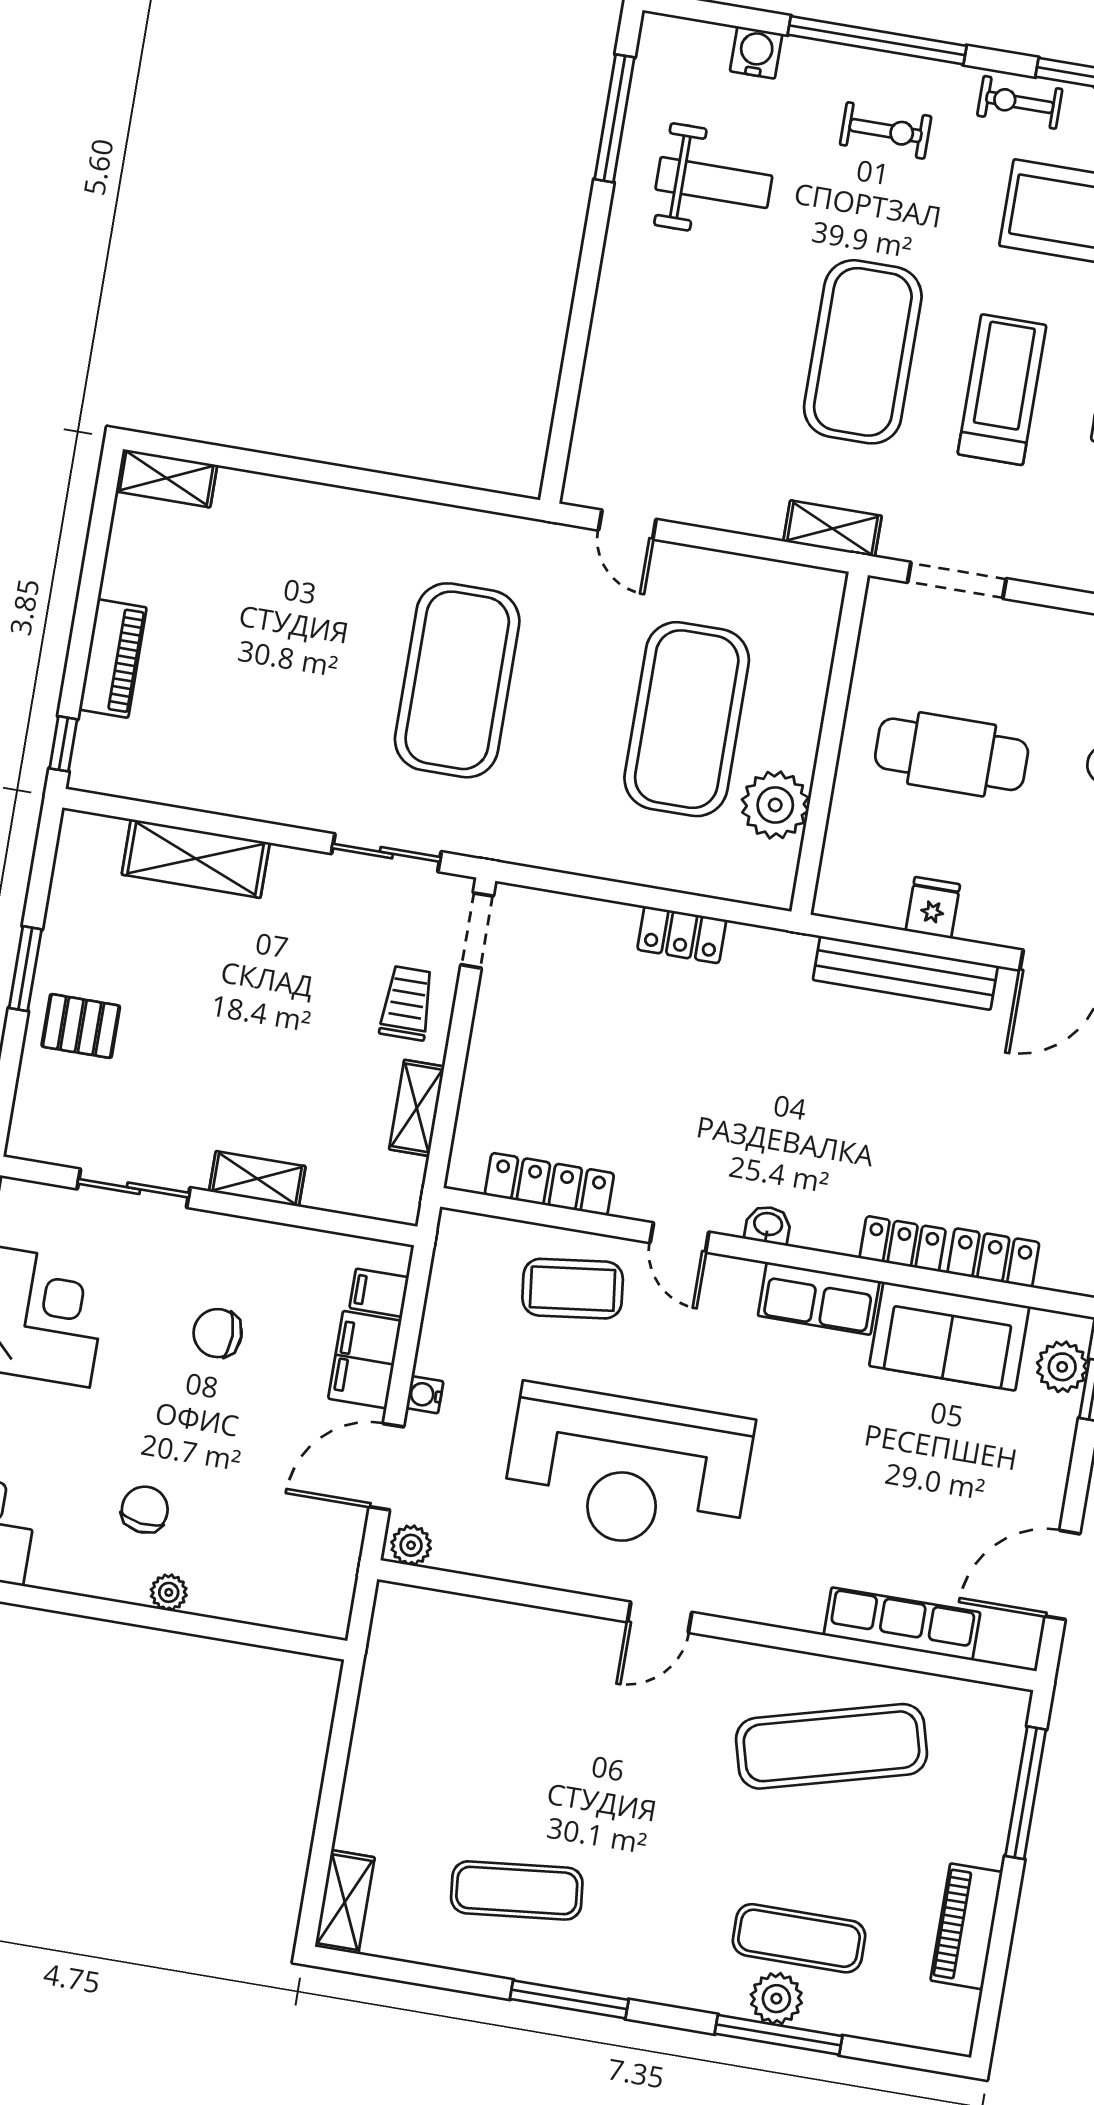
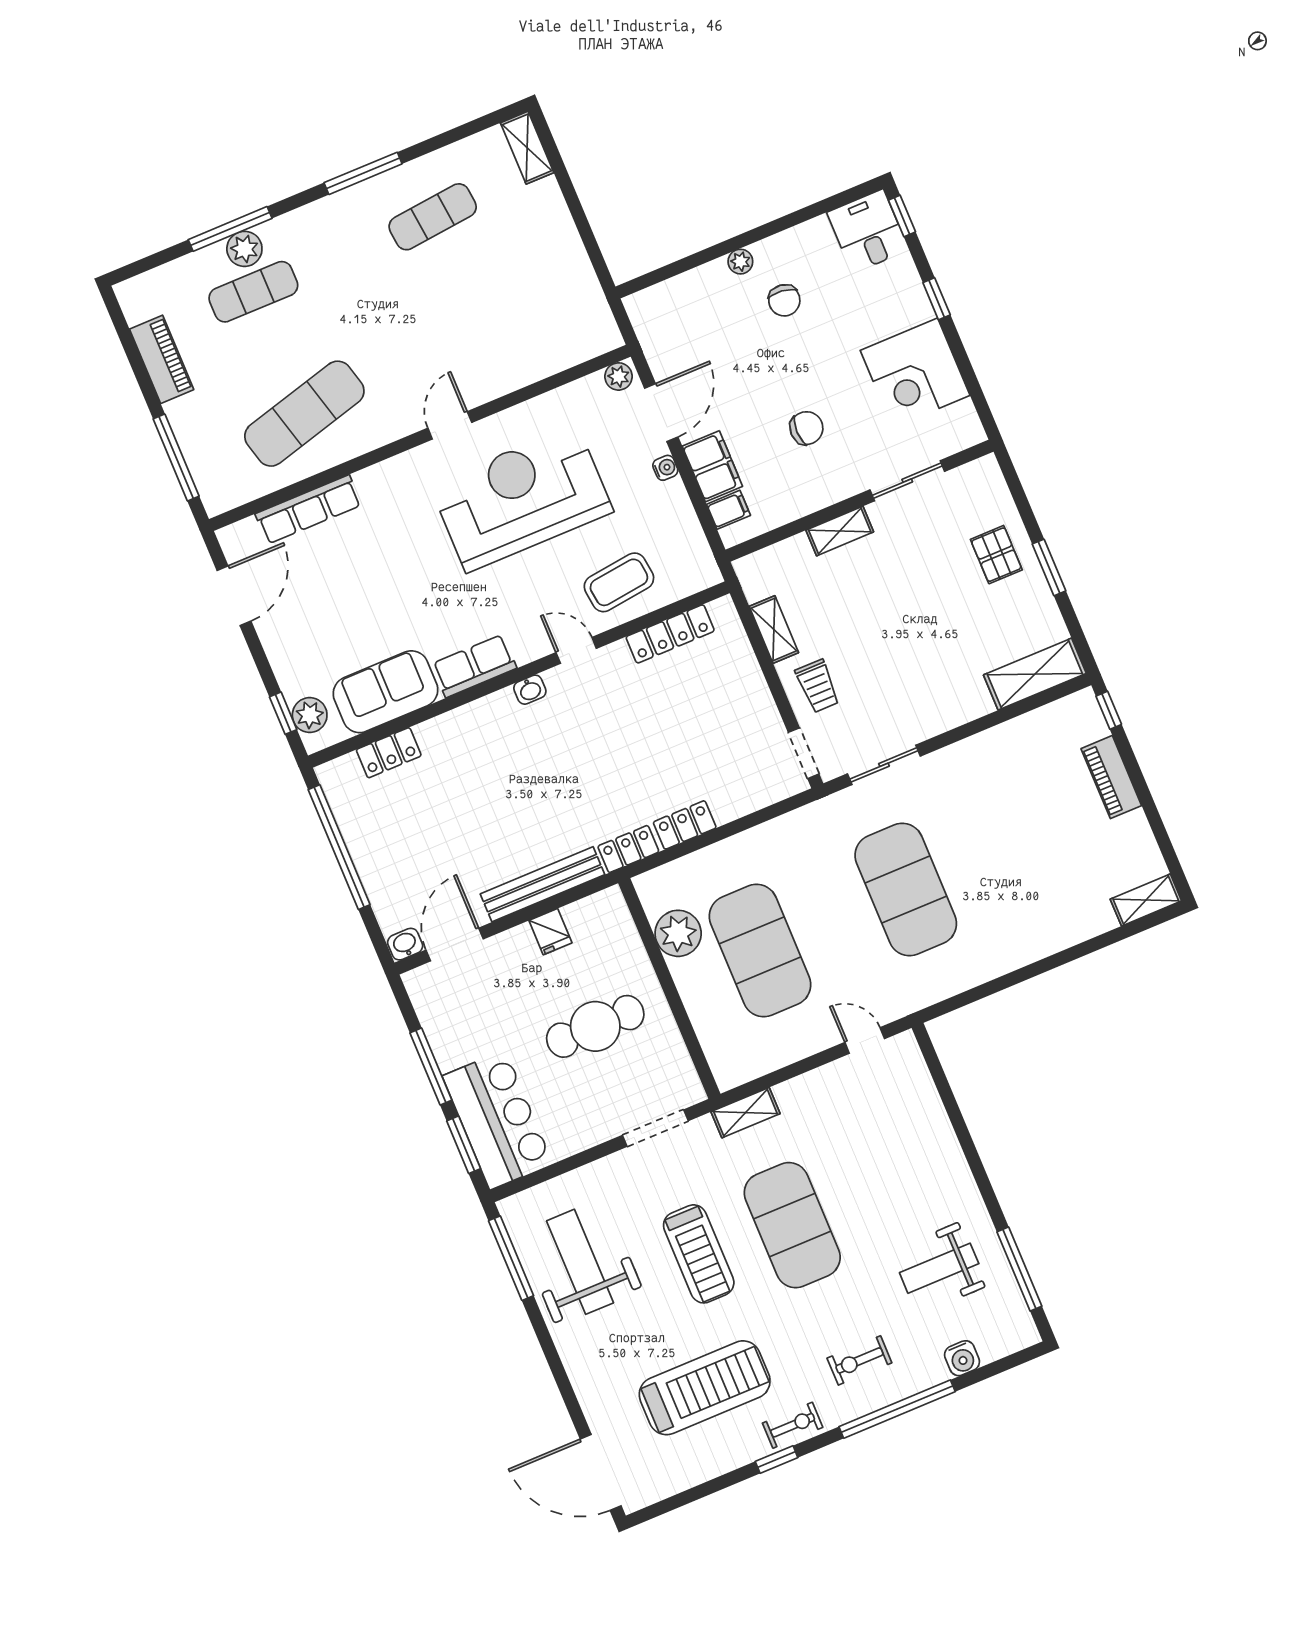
shelving: (196, 859) -> (1035, 674), moved
pallet: (81, 1026) -> (996, 555), turned 90
locker: (903, 1244) -> (628, 849), moved, turned 180

